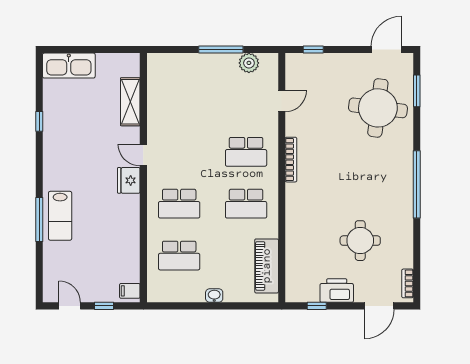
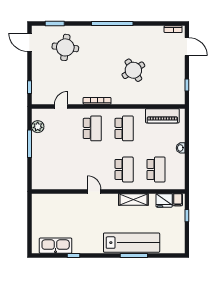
kitchen sink: (69, 66) -> (56, 246), moved, turned -90
door: (282, 101) -> (61, 106), hinge flipped
shelving: (130, 102) -> (133, 199), moved
round table: (378, 108) -> (65, 47), width x0.73, depth x0.73
door: (143, 155) -> (94, 191), swing flipped
fridge: (129, 180) -> (164, 200), moved
lab bench: (60, 216) -> (132, 243), width x1.86, depth x1.39
round table: (360, 241) -> (133, 70), moved, turned -32
printer: (337, 291) -> (177, 73), removed
door: (70, 306) -> (187, 237), removed

